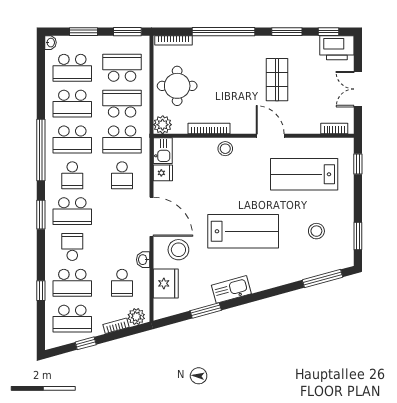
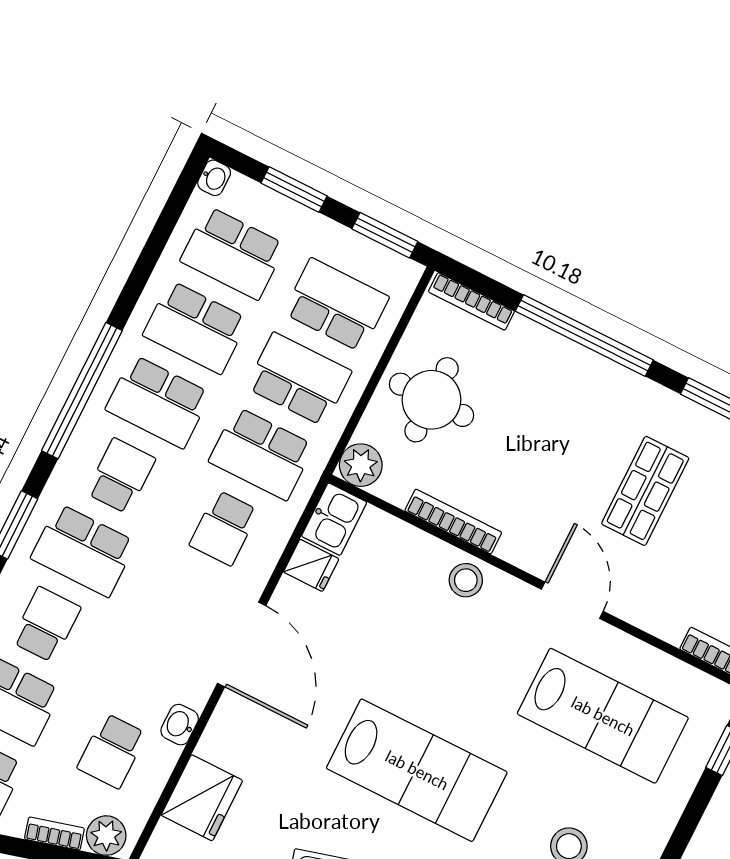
lab bench: (304, 174) -> (603, 716), turned 180
school desk: (72, 175) -> (121, 476), turned 180
stool: (178, 250) -> (263, 741), removed

